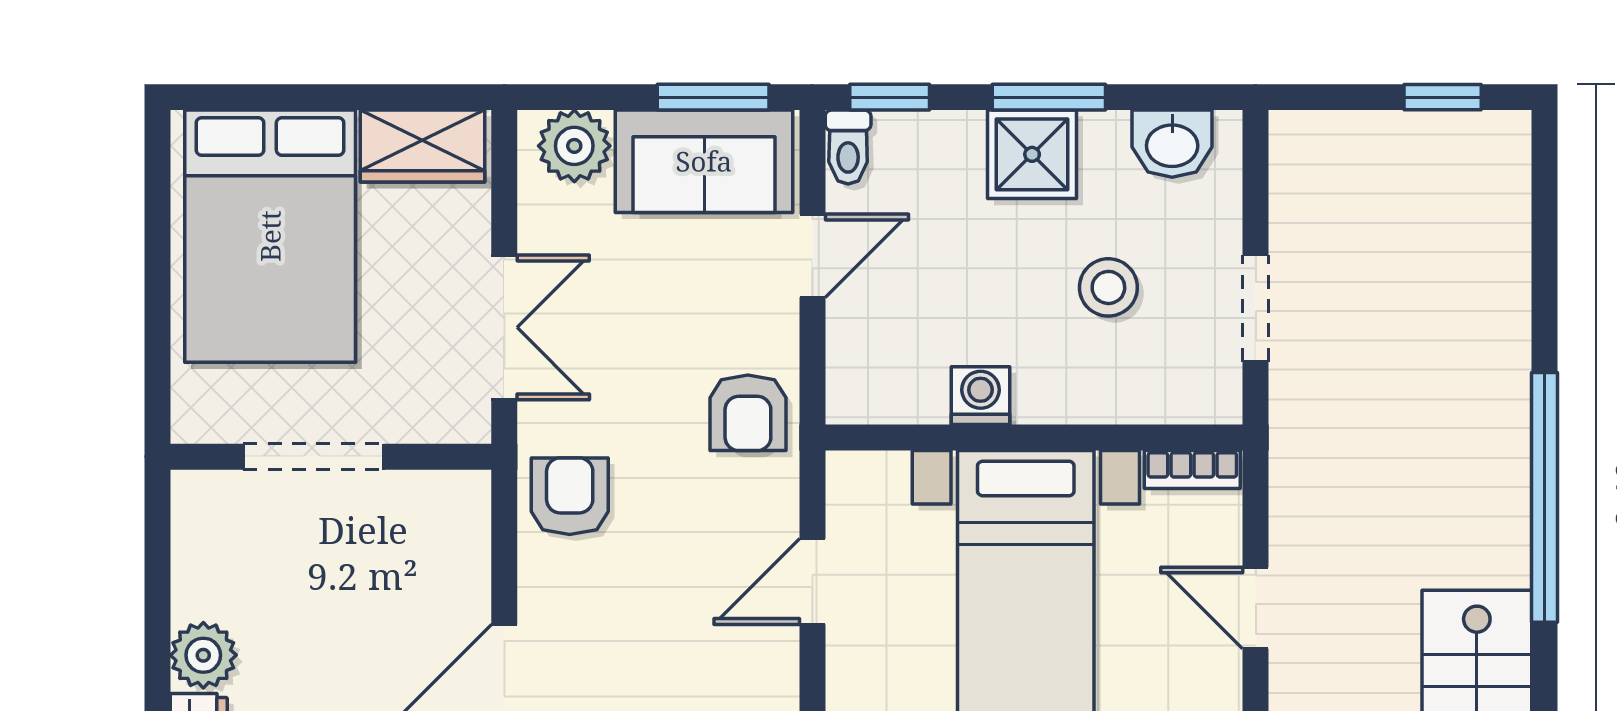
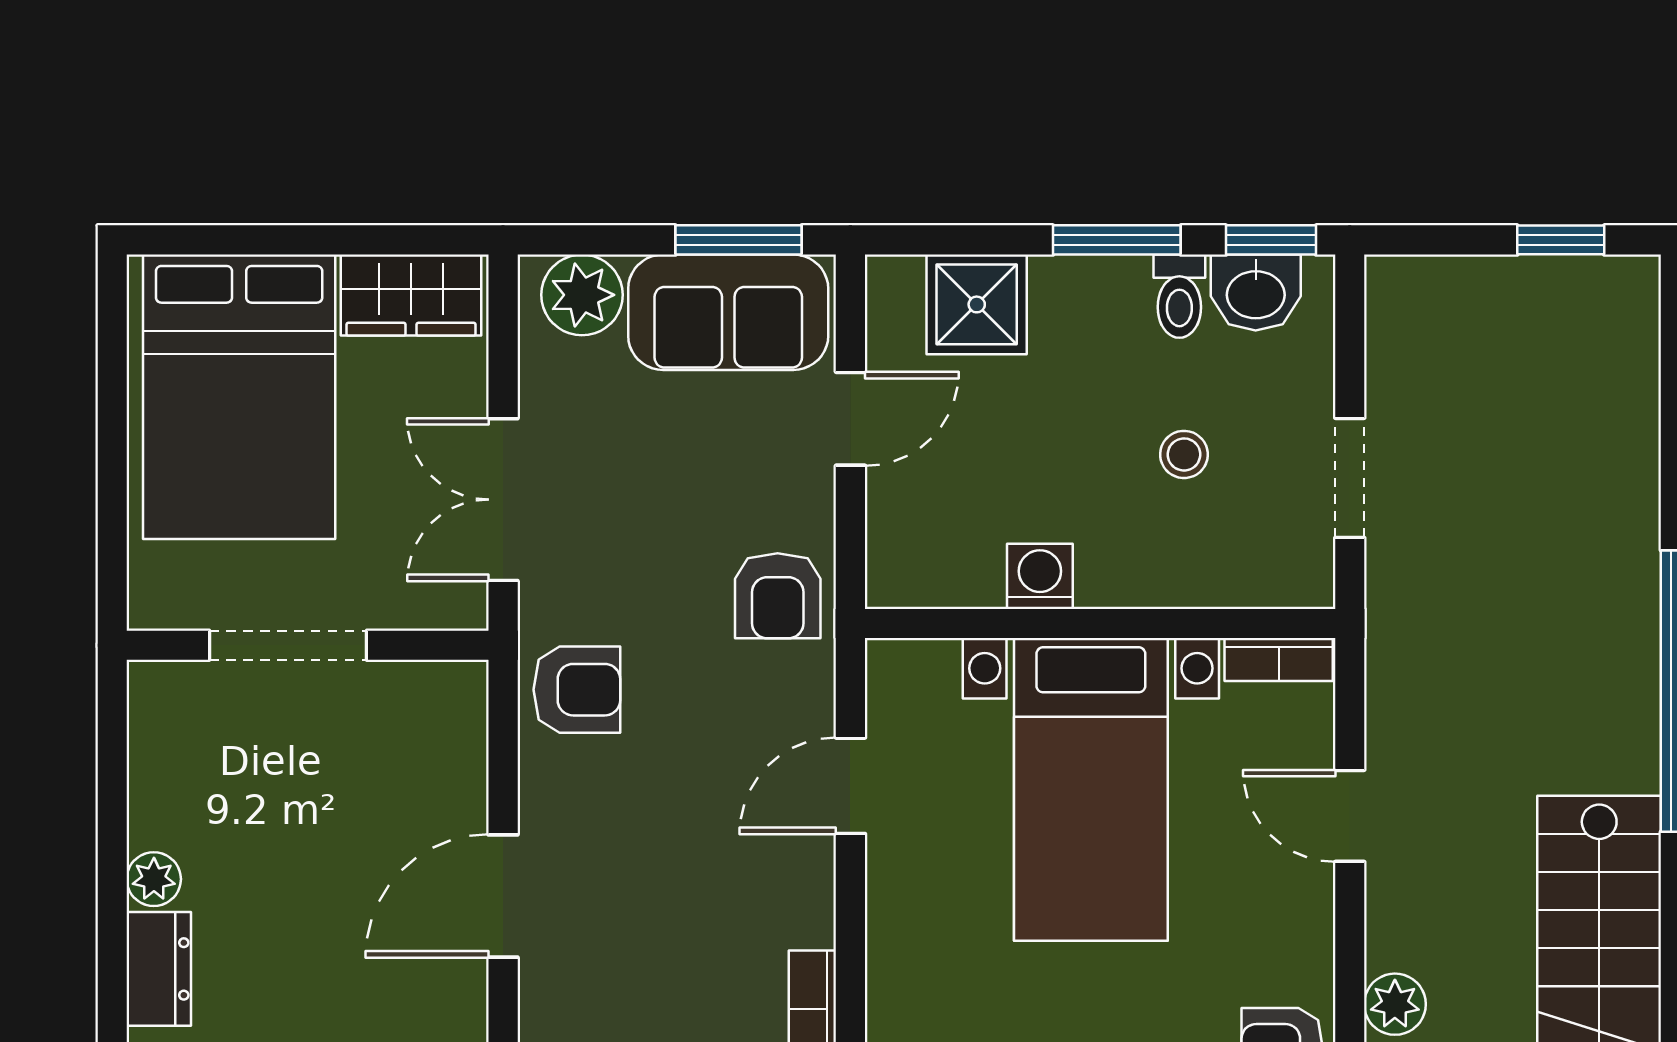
window: (890, 97) -> (1271, 240), moved
toilet: (848, 147) -> (1179, 296), moved
shower: (1032, 154) -> (977, 304), moved
stool: (1108, 287) -> (1184, 454), width x0.73, depth x0.73
double door: (504, 327) -> (503, 500), swing flipped
armchair: (570, 496) -> (577, 690), turned 90
plant: (203, 655) -> (154, 879), width x0.73, depth x0.73

